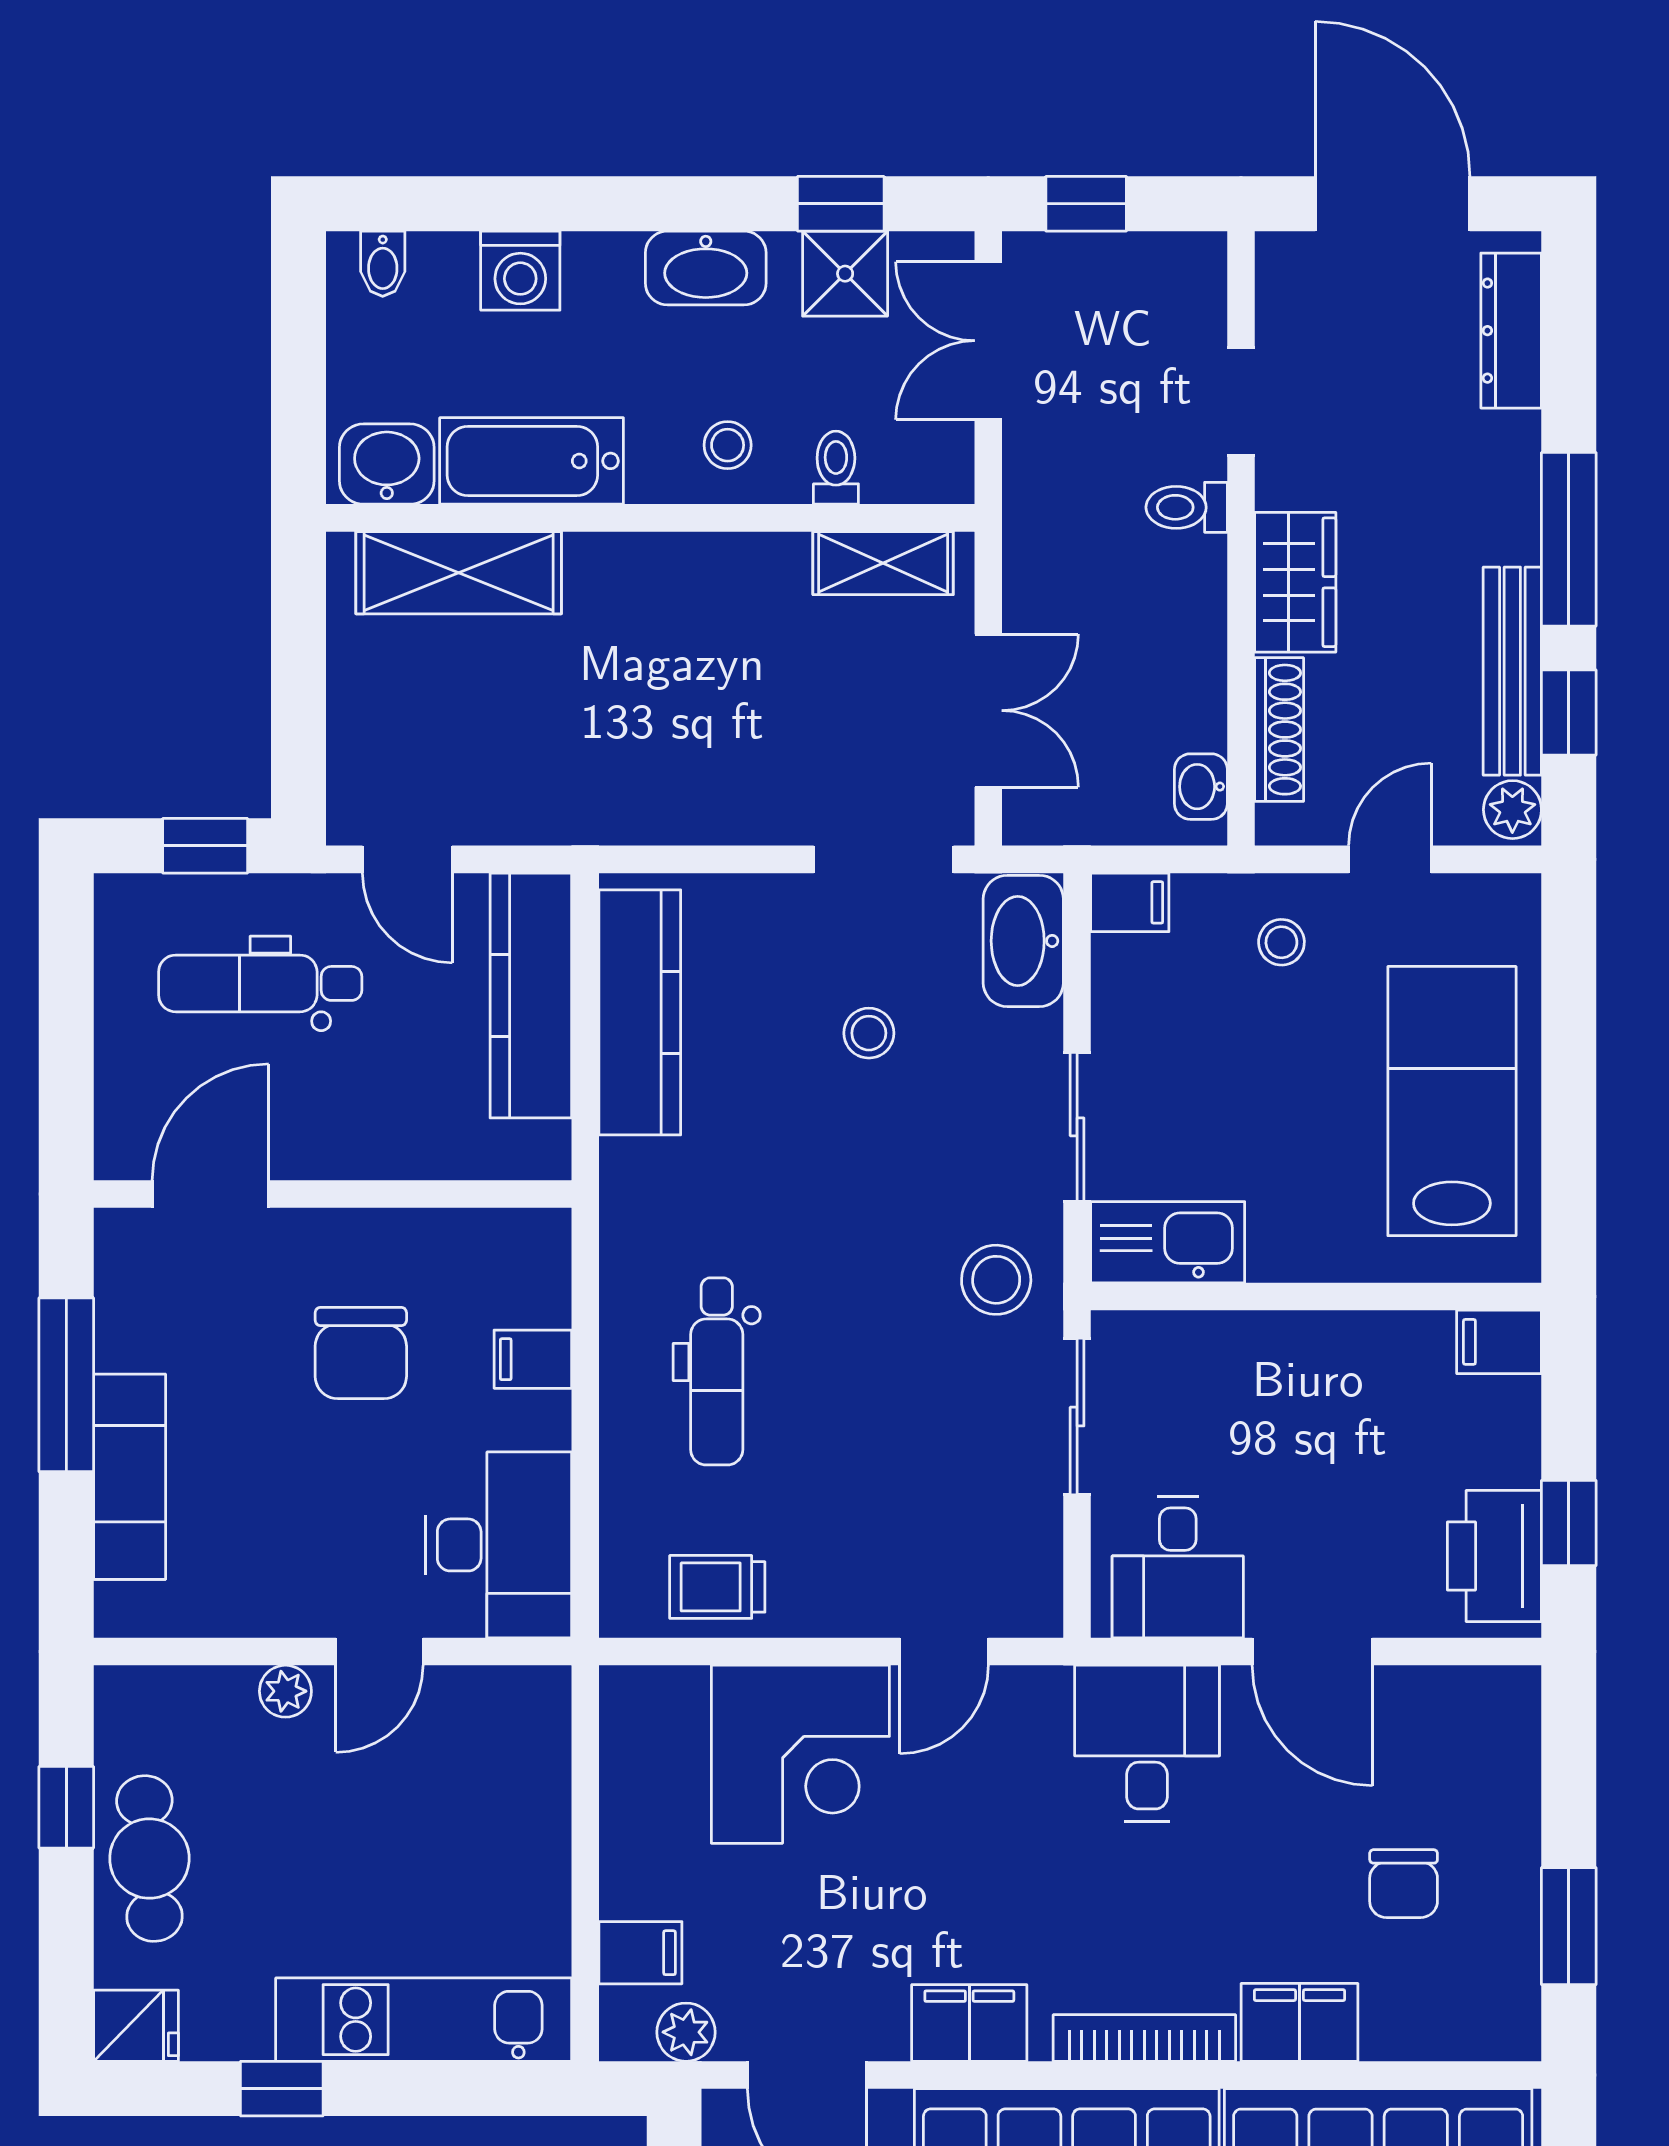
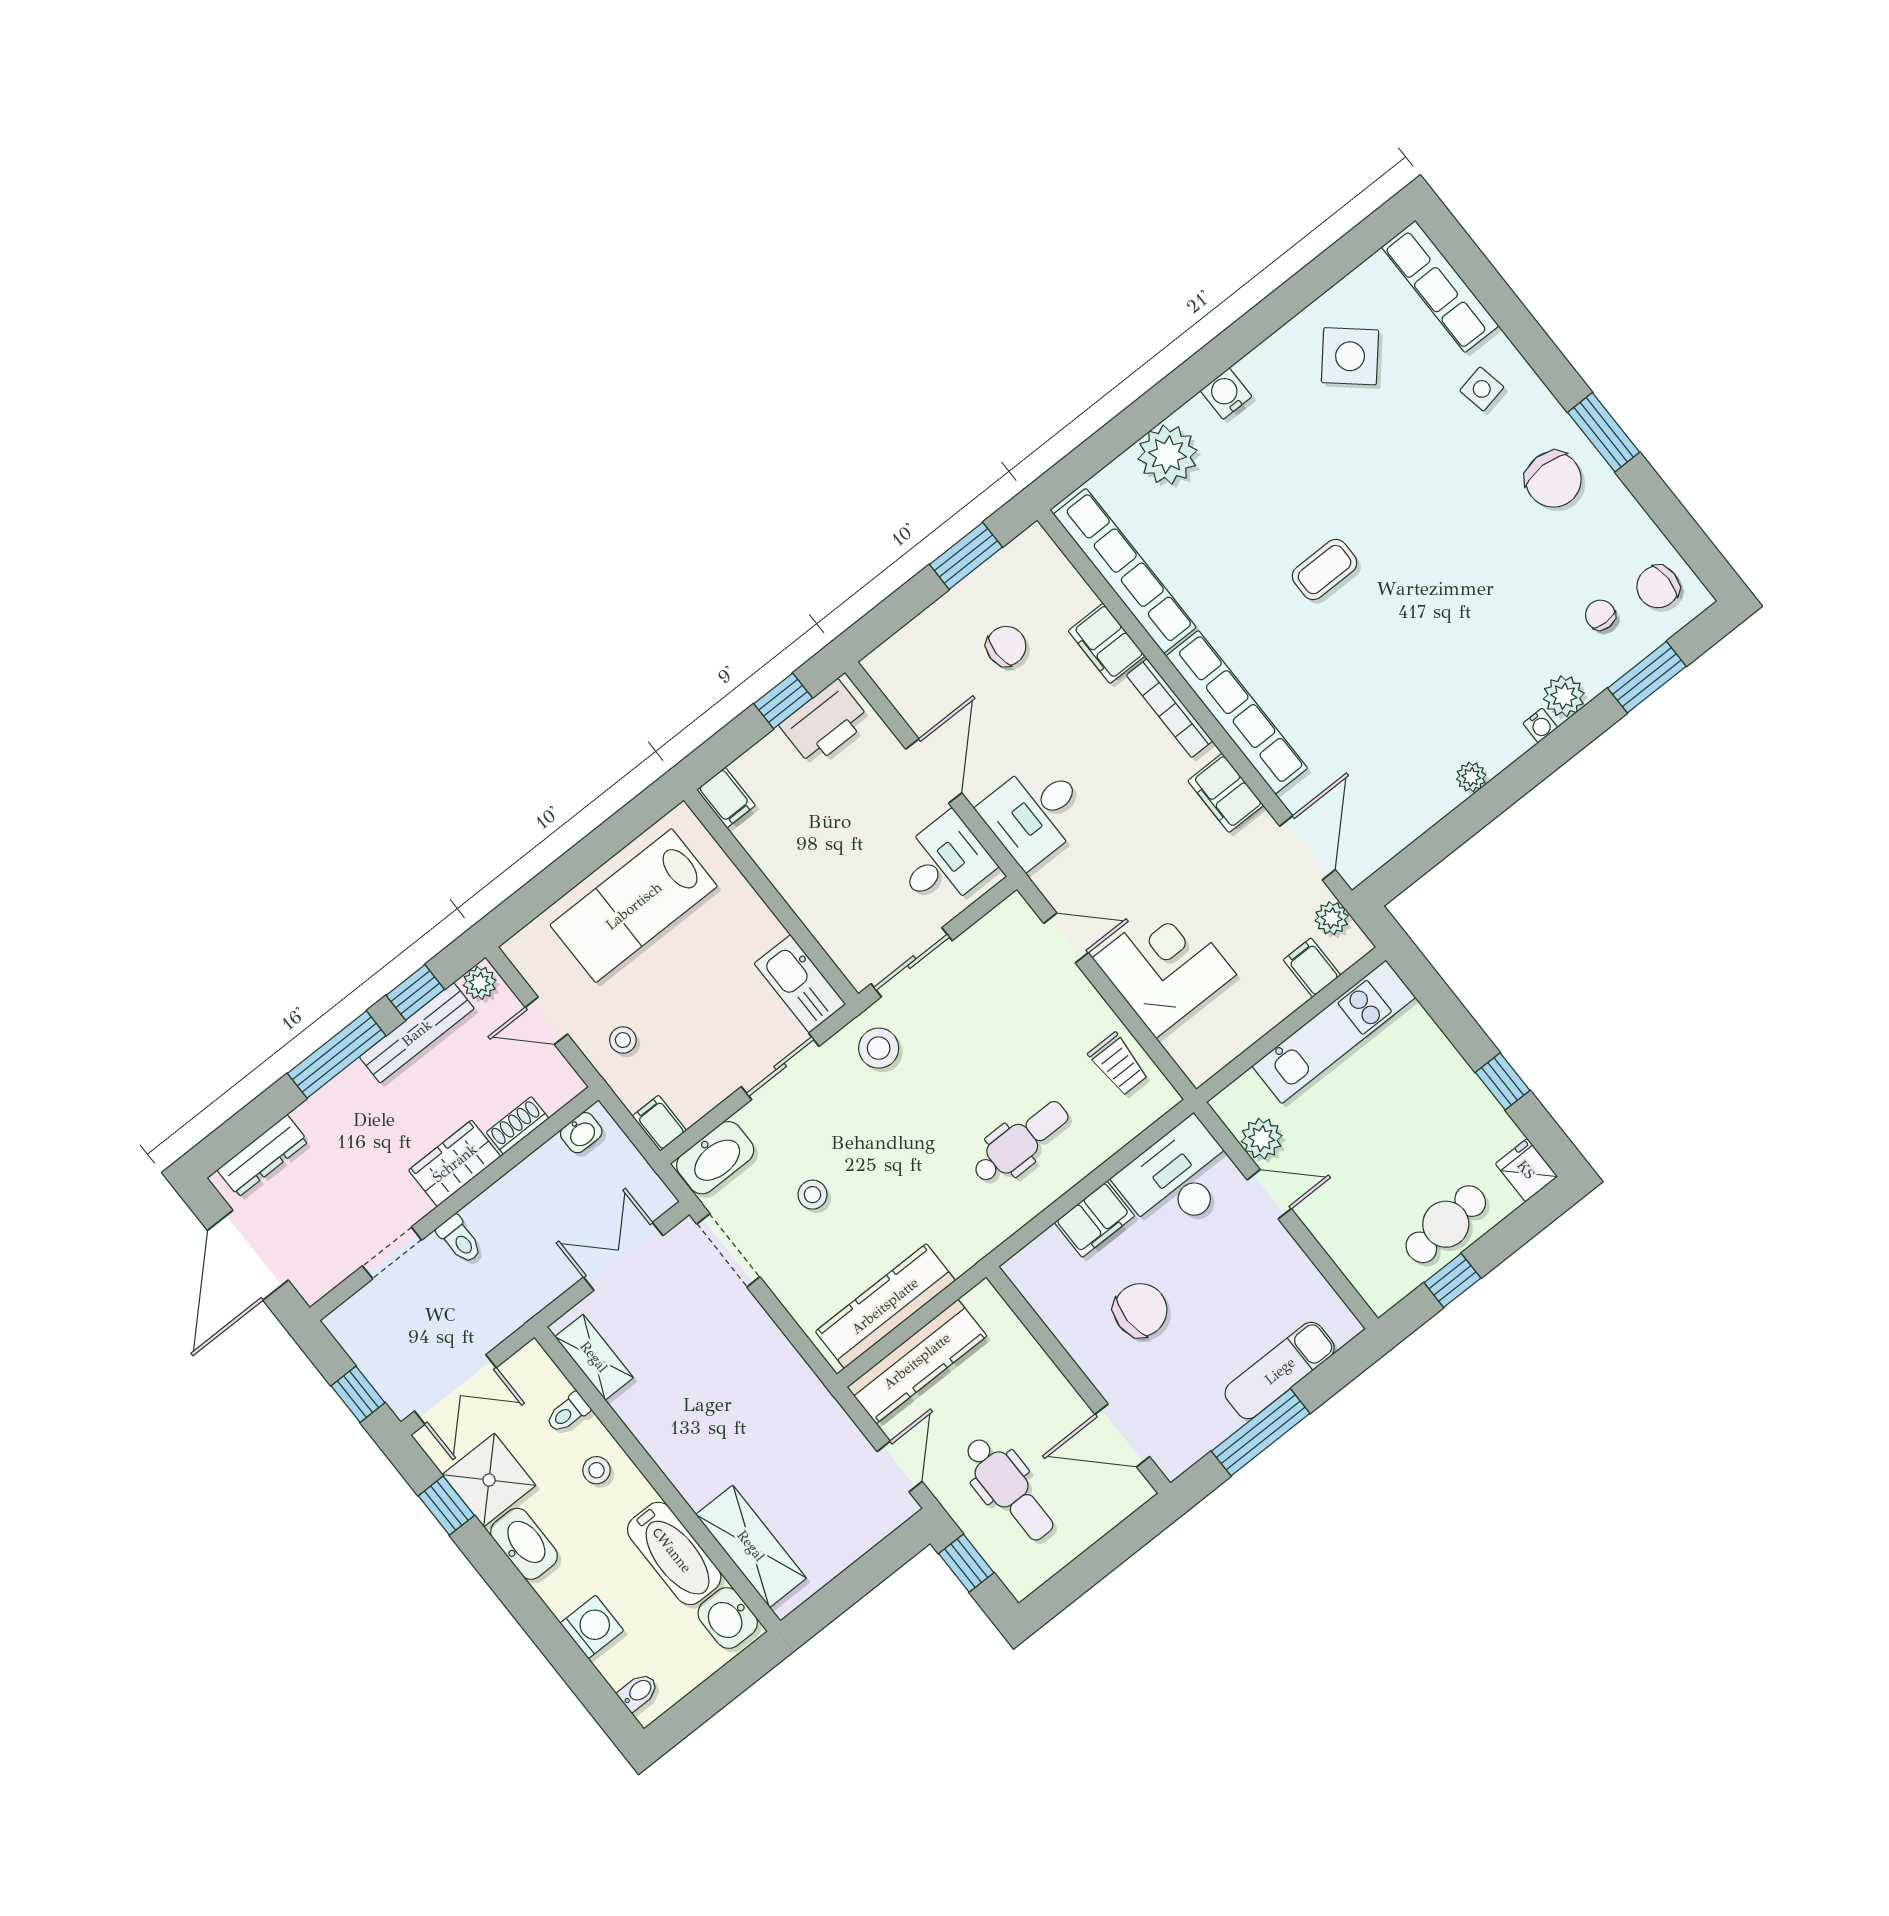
shower: (845, 274) -> (489, 1480), width x1.36, depth x1.36
shoe rack: (1279, 730) -> (517, 1125), width x0.70
filing cabinet: (533, 1359) -> (1095, 1219), width x2.00
plant: (285, 1691) -> (1262, 1139), moved, width x1.38, depth x1.38
kitchen unit: (424, 2020) -> (1334, 1032), moved, turned -90

